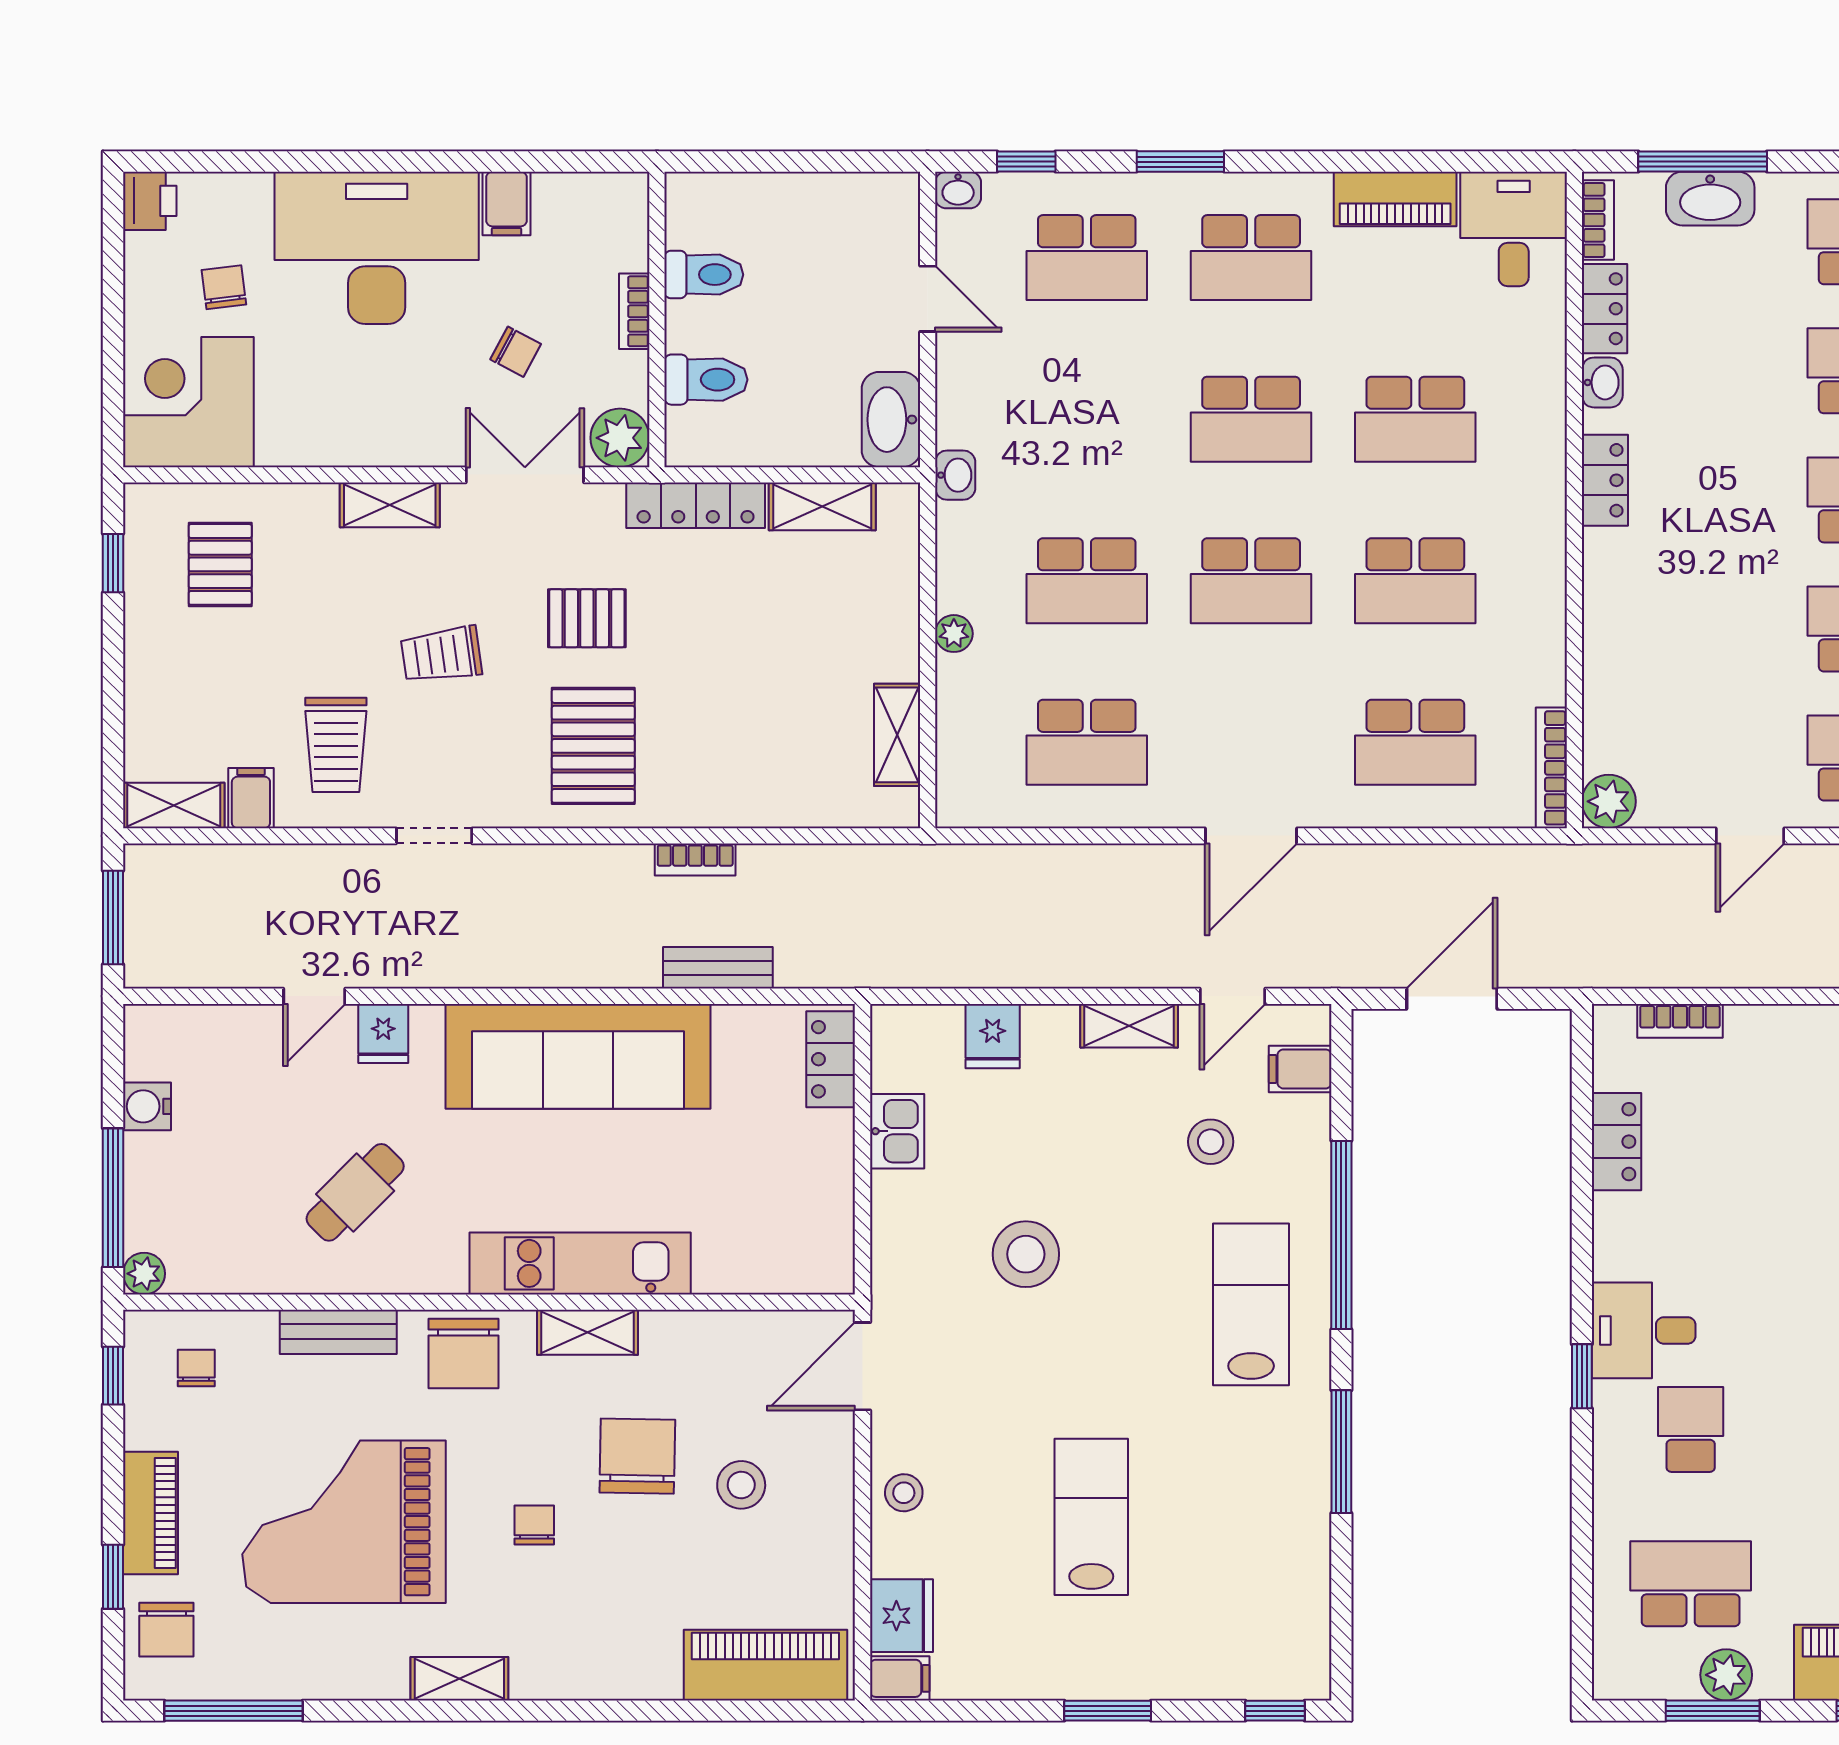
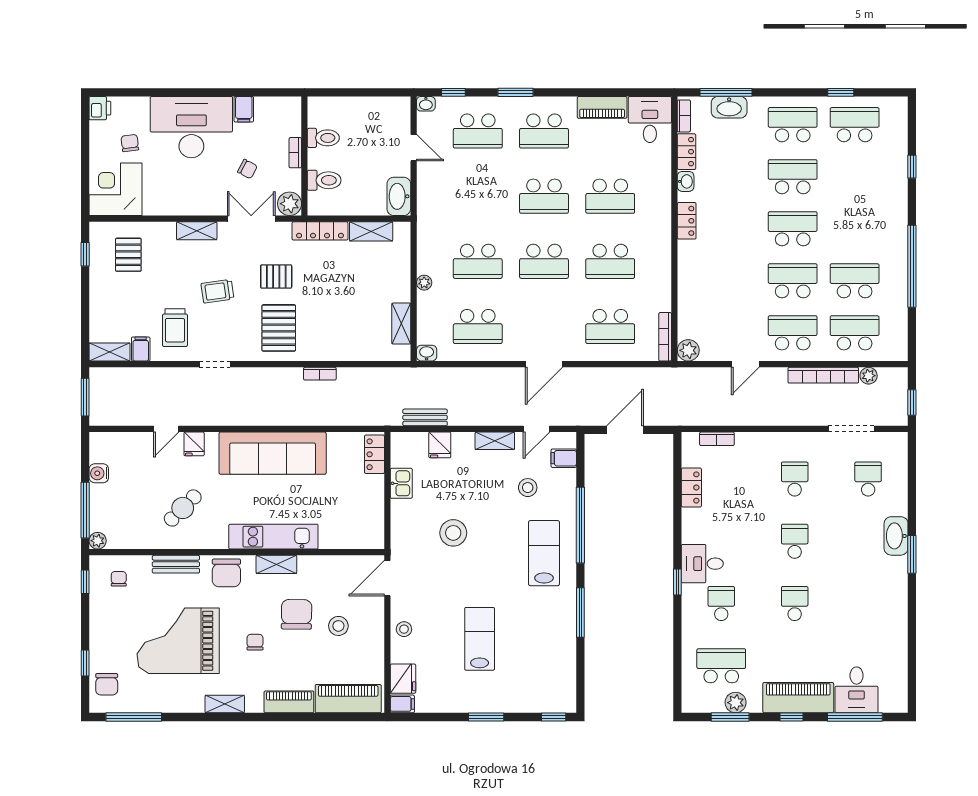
washbasin: (955, 475) -> (427, 353), moved, turned -90
bench: (718, 968) -> (425, 417), moved
piano: (150, 1513) -> (289, 702), moved, turned -90

